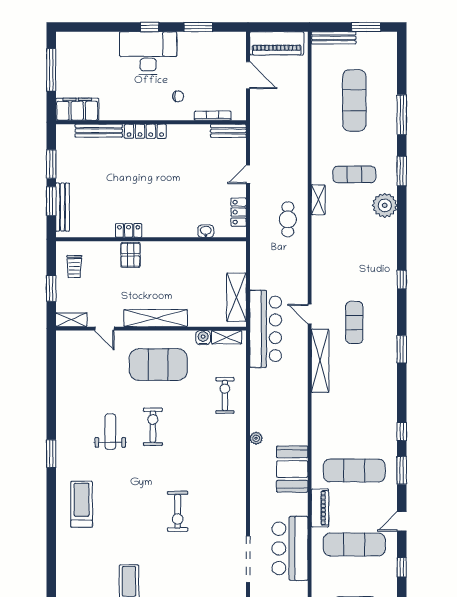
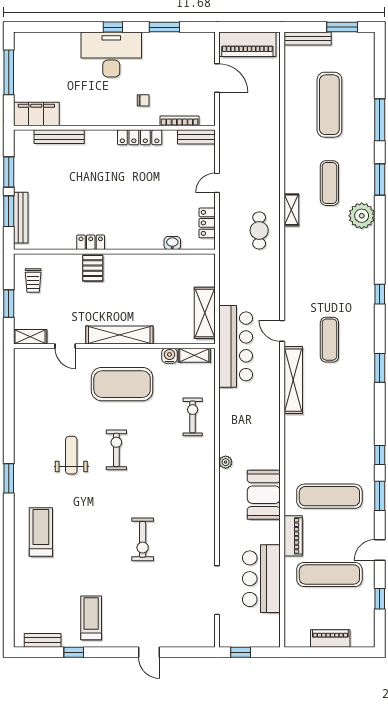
locker: (145, 131) -> (140, 137), moved
exercise mat: (354, 174) -> (329, 183), turned 90

